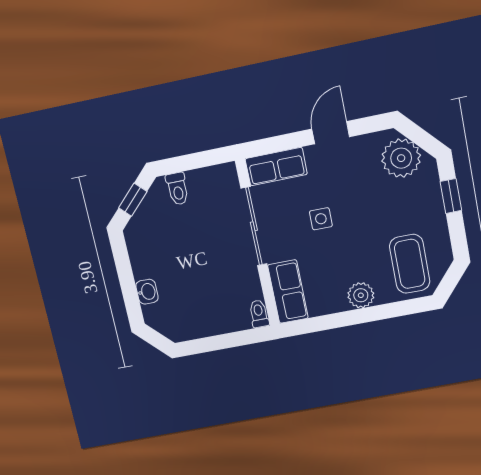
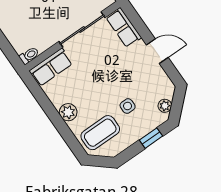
plant: (401, 158) -> (165, 106), width x0.53, depth x0.53
side table: (321, 219) -> (128, 106), moved

